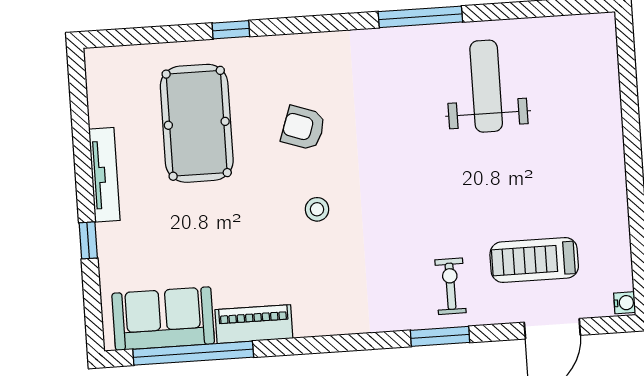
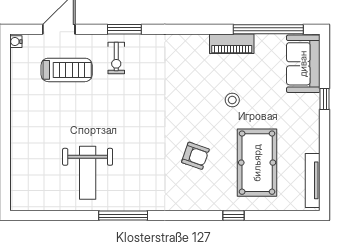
tv unit: (104, 175) -> (313, 180), moved
stool: (317, 209) -> (232, 100), moved
sofa: (163, 319) -> (303, 64), moved, turned 90

